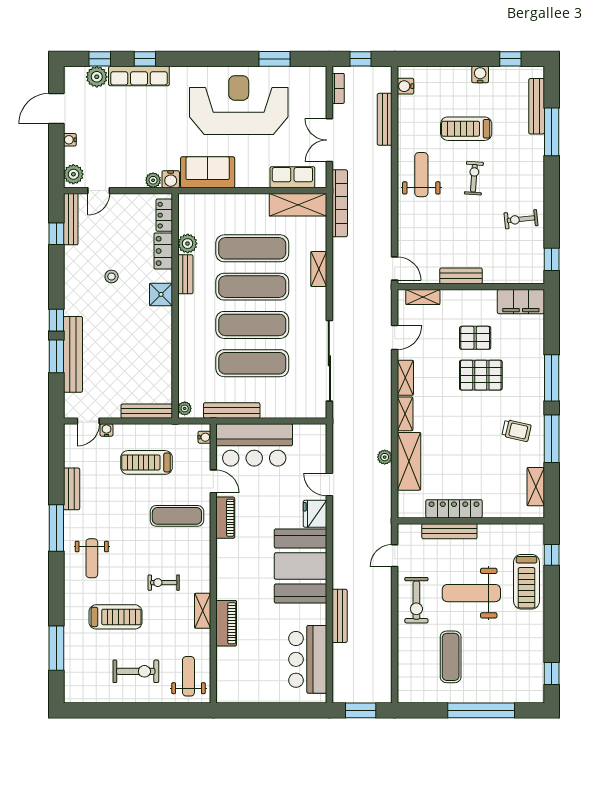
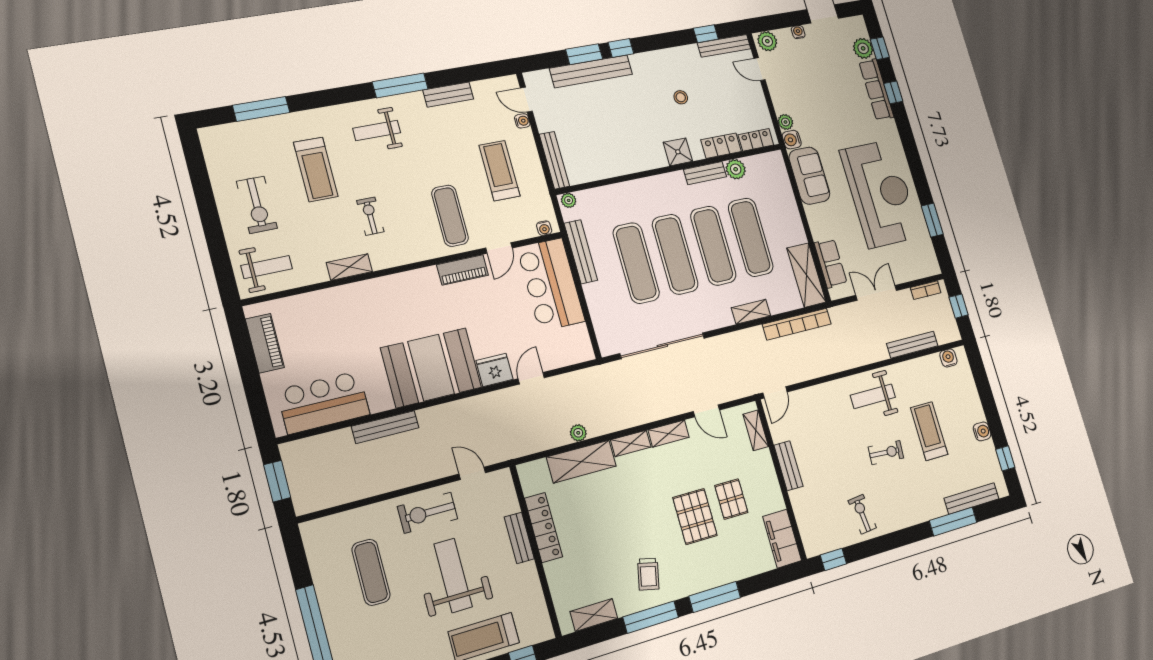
weight bench: (421, 175) -> (873, 396), turned 180
bookcase: (340, 203) -> (797, 324), moved
bench: (449, 531) -> (519, 538), width x0.73
piano: (226, 623) -> (265, 343), moved, turned -90
exercise mat: (451, 657) -> (371, 572), turned 90

